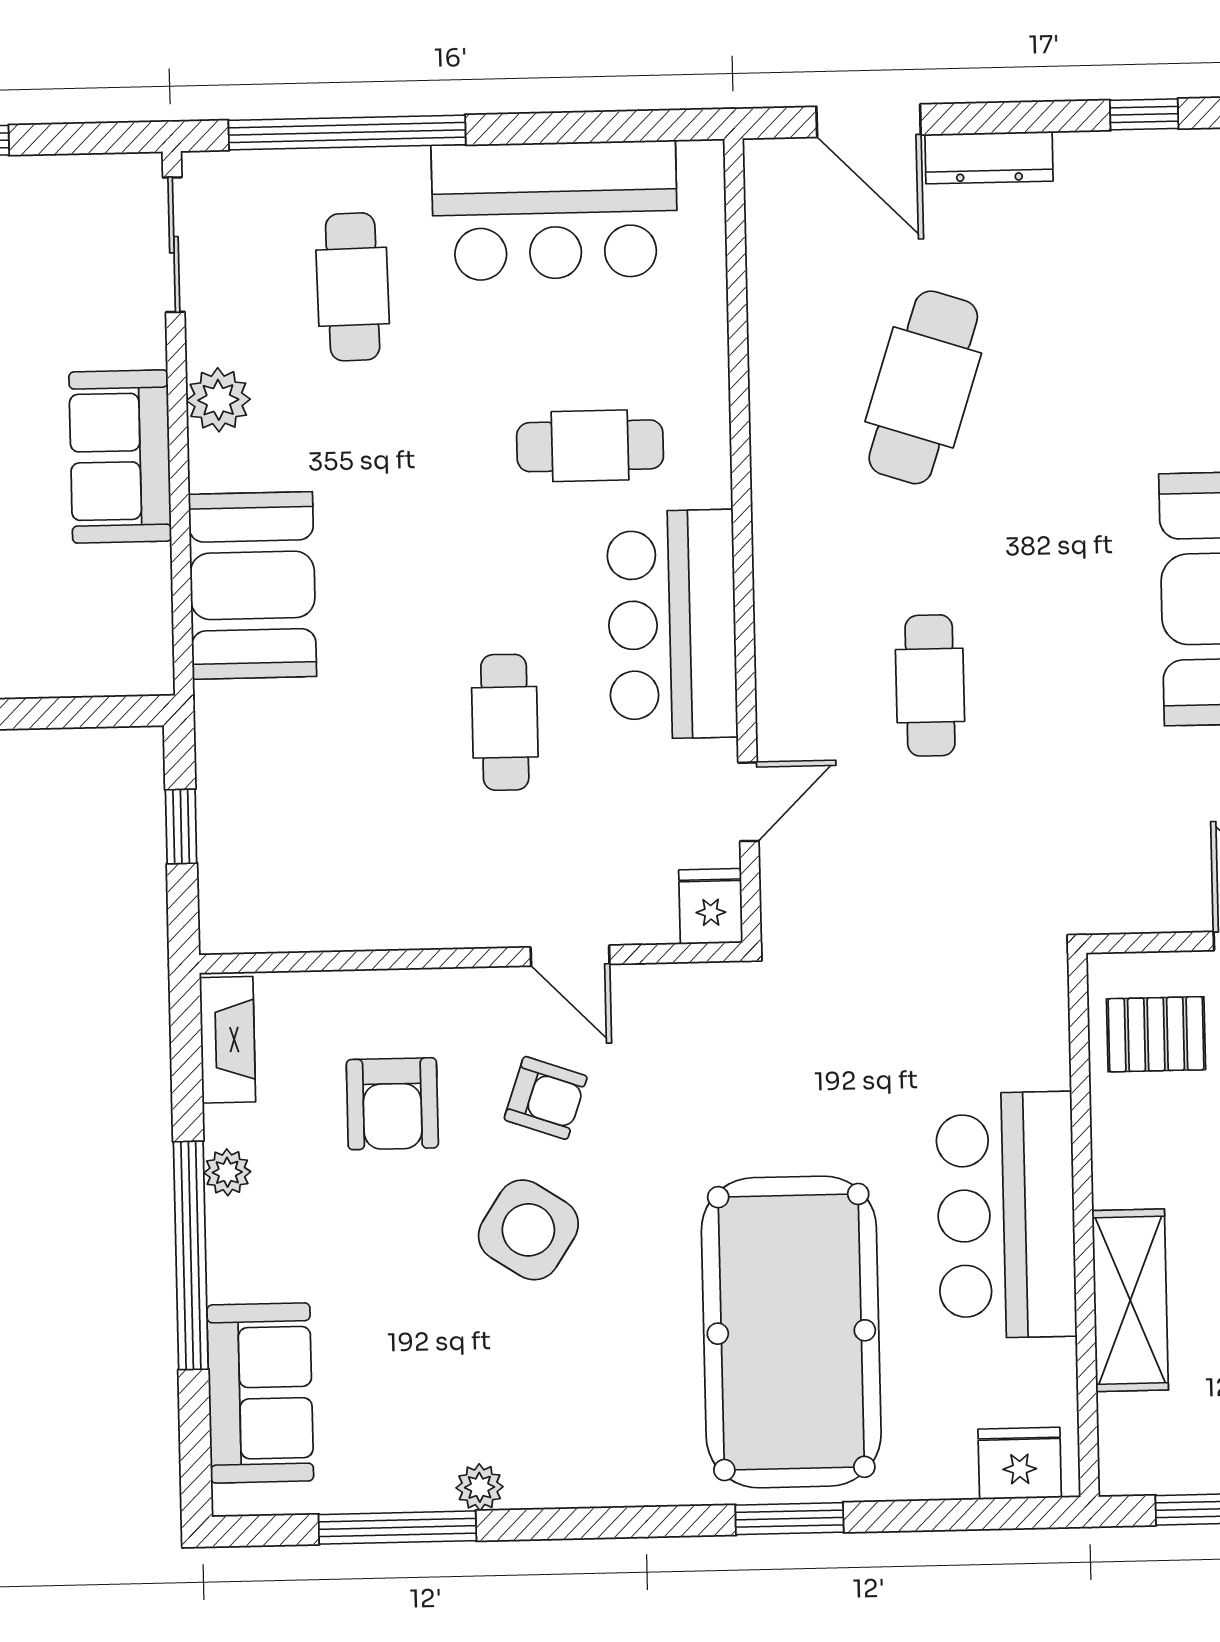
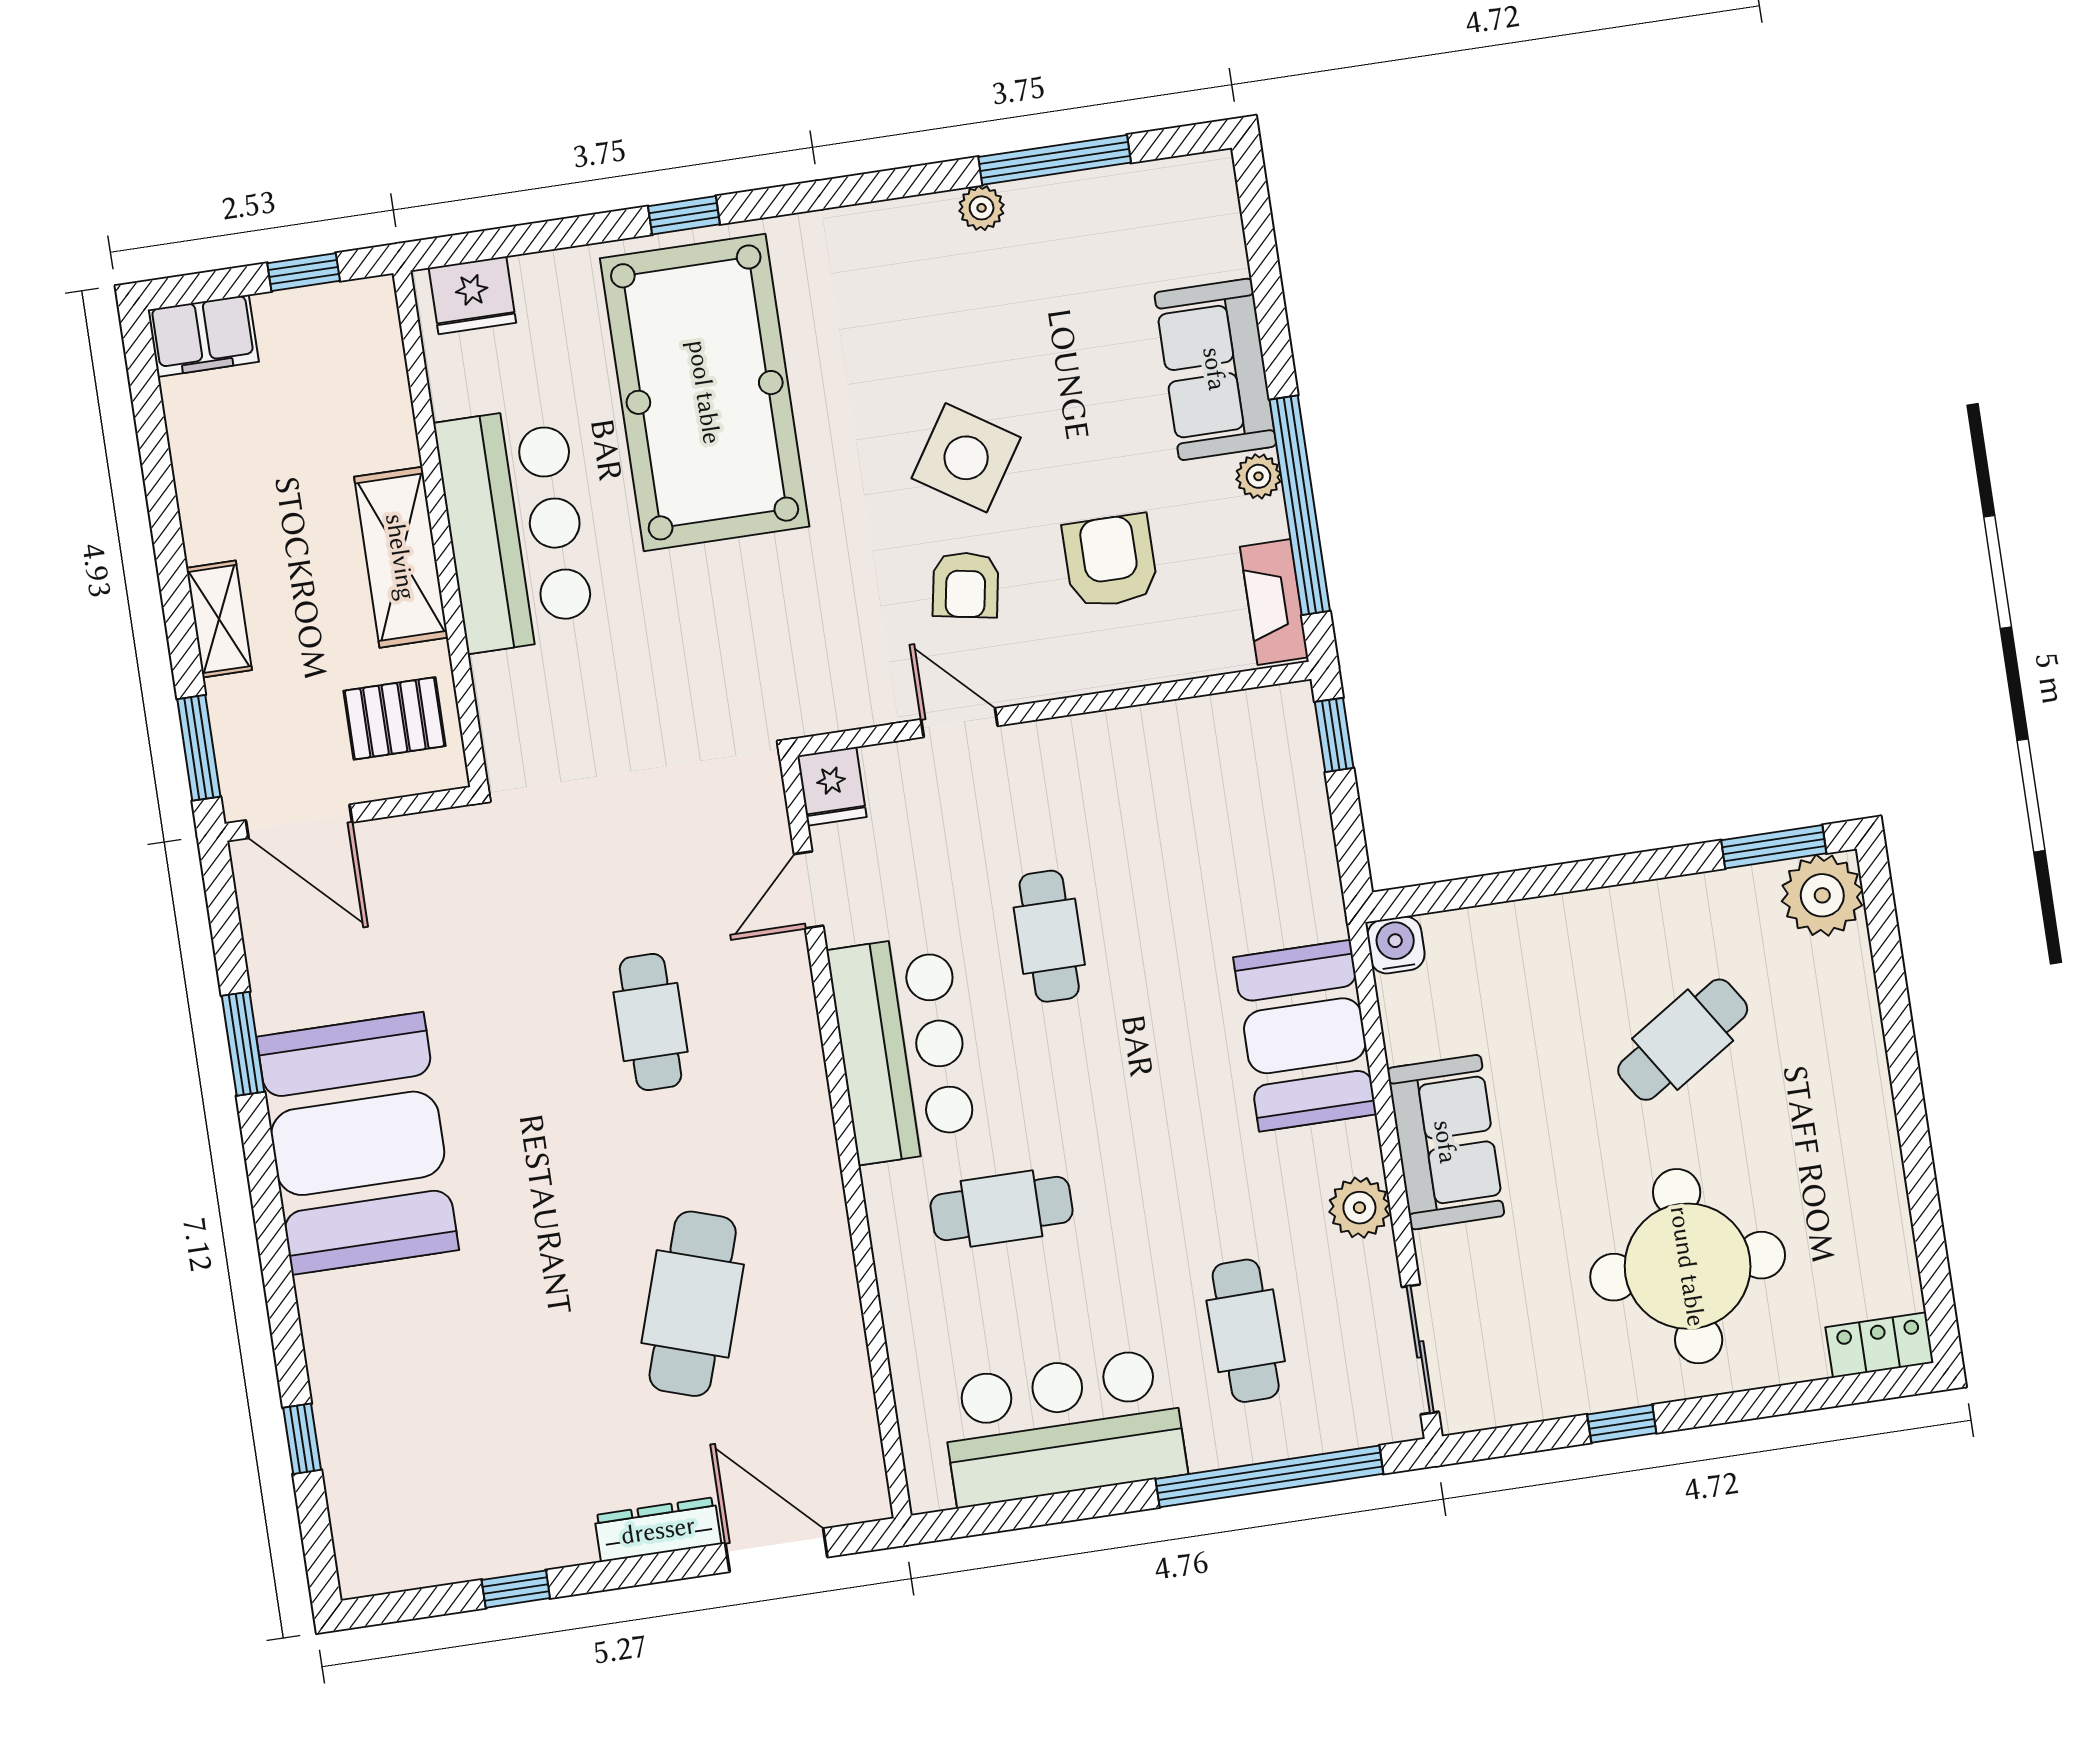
water cooler: (146, 668) -> (1396, 945), added
window: (181, 826) -> (1334, 735), moved
armchair: (546, 1098) -> (966, 585), turned -99
window: (191, 1255) -> (1300, 505), moved
shelving: (1130, 1300) -> (401, 557), moved
sofa: (260, 1393) -> (1215, 369), moved
window: (789, 1519) -> (684, 215), width x0.67

